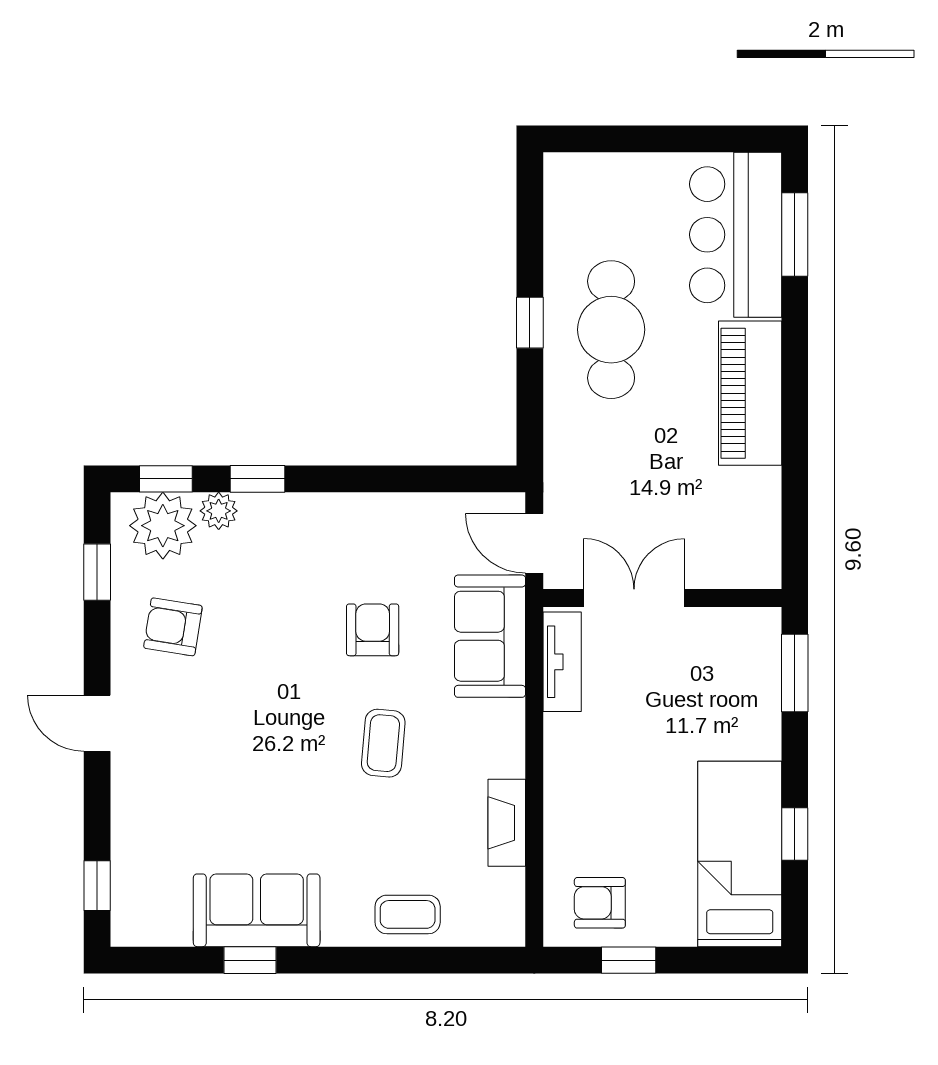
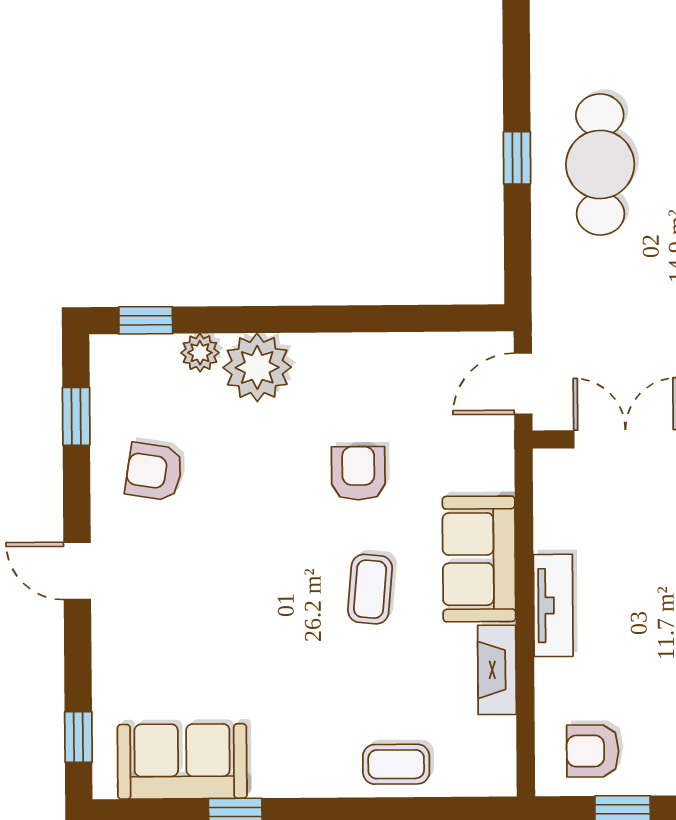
window: (257, 479) -> (239, 320), removed
plant: (163, 526) -> (257, 367), moved
door: (534, 543) -> (523, 384), hinge flipped
sofa: (490, 636) -> (479, 559), moved
tv unit: (562, 662) -> (553, 605), moved
sofa: (257, 910) -> (182, 761), moved

